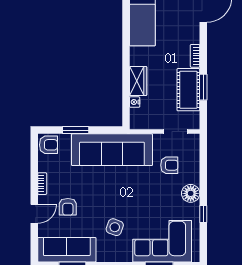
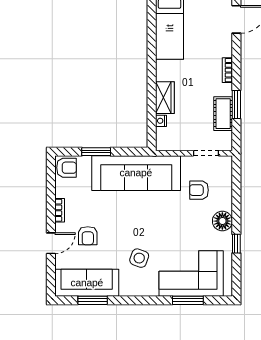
cot: (188, 90) -> (223, 114), width x0.73, depth x0.75
armchair: (169, 165) -> (199, 190), turned 180

